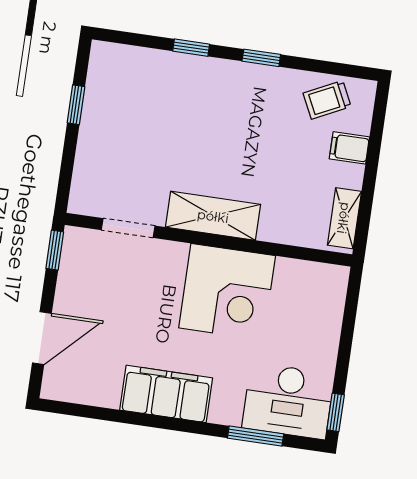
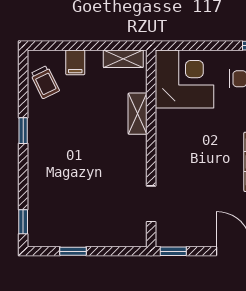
window: (191, 48) -> (23, 222), moved
shelving: (213, 216) -> (138, 114), moved, width x0.67, depth x0.75
corner desk: (227, 292) -> (184, 79), moved

